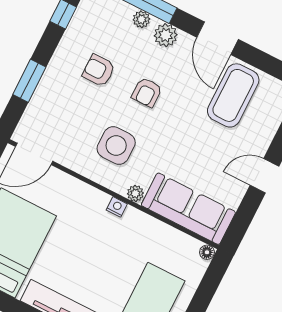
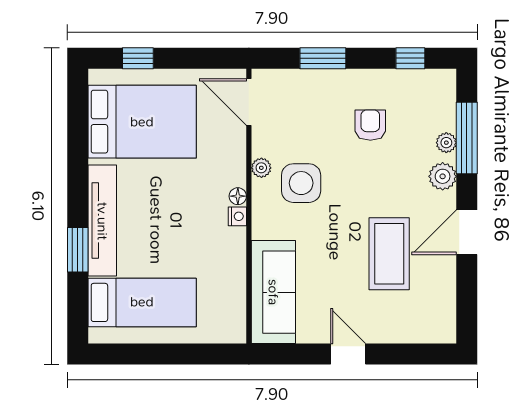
armchair: (147, 92) -> (373, 187), removed
coffee table: (233, 95) -> (389, 254), moved, turned 90
plant: (135, 193) -> (261, 168), moved
floor lamp: (207, 252) -> (238, 196), moved

